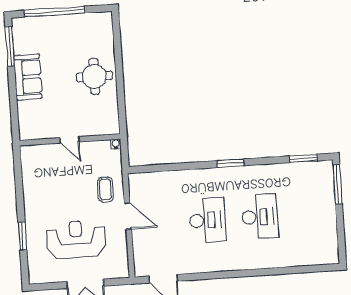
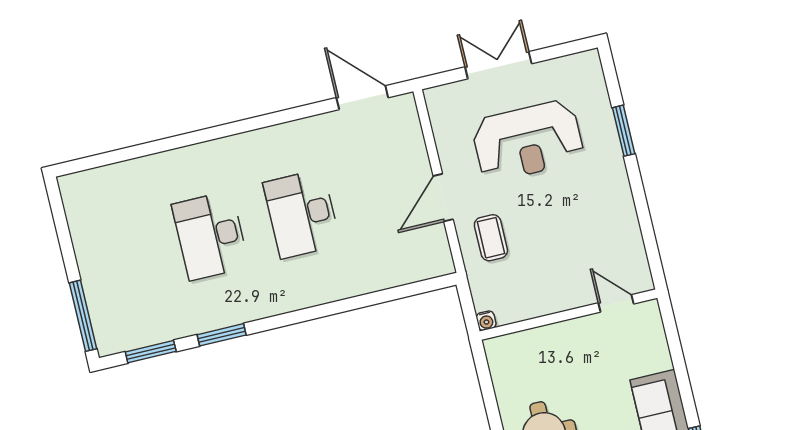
door: (70, 140) -> (616, 303), moved
window: (230, 163) -> (222, 335), moved
door: (128, 216) -> (443, 198), hinge flipped

